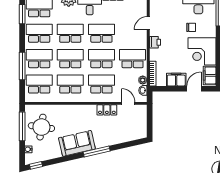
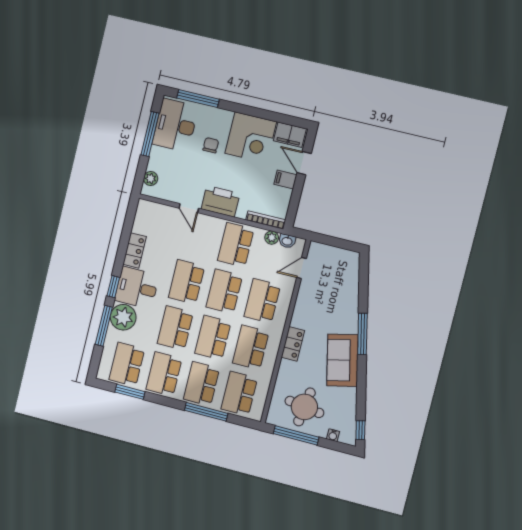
printer: (155, 42) -> (221, 201), width x1.87, depth x1.48
filing cabinet: (176, 80) -> (285, 179), width x0.50
locker: (107, 110) -> (293, 344), moved

